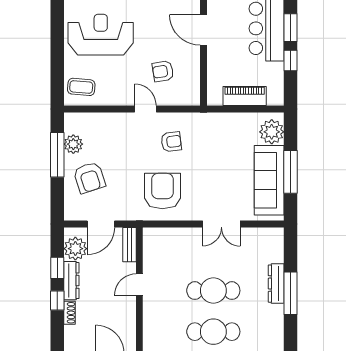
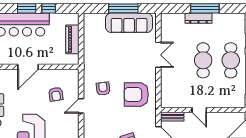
plant: (272, 132) -> (96, 21), removed

